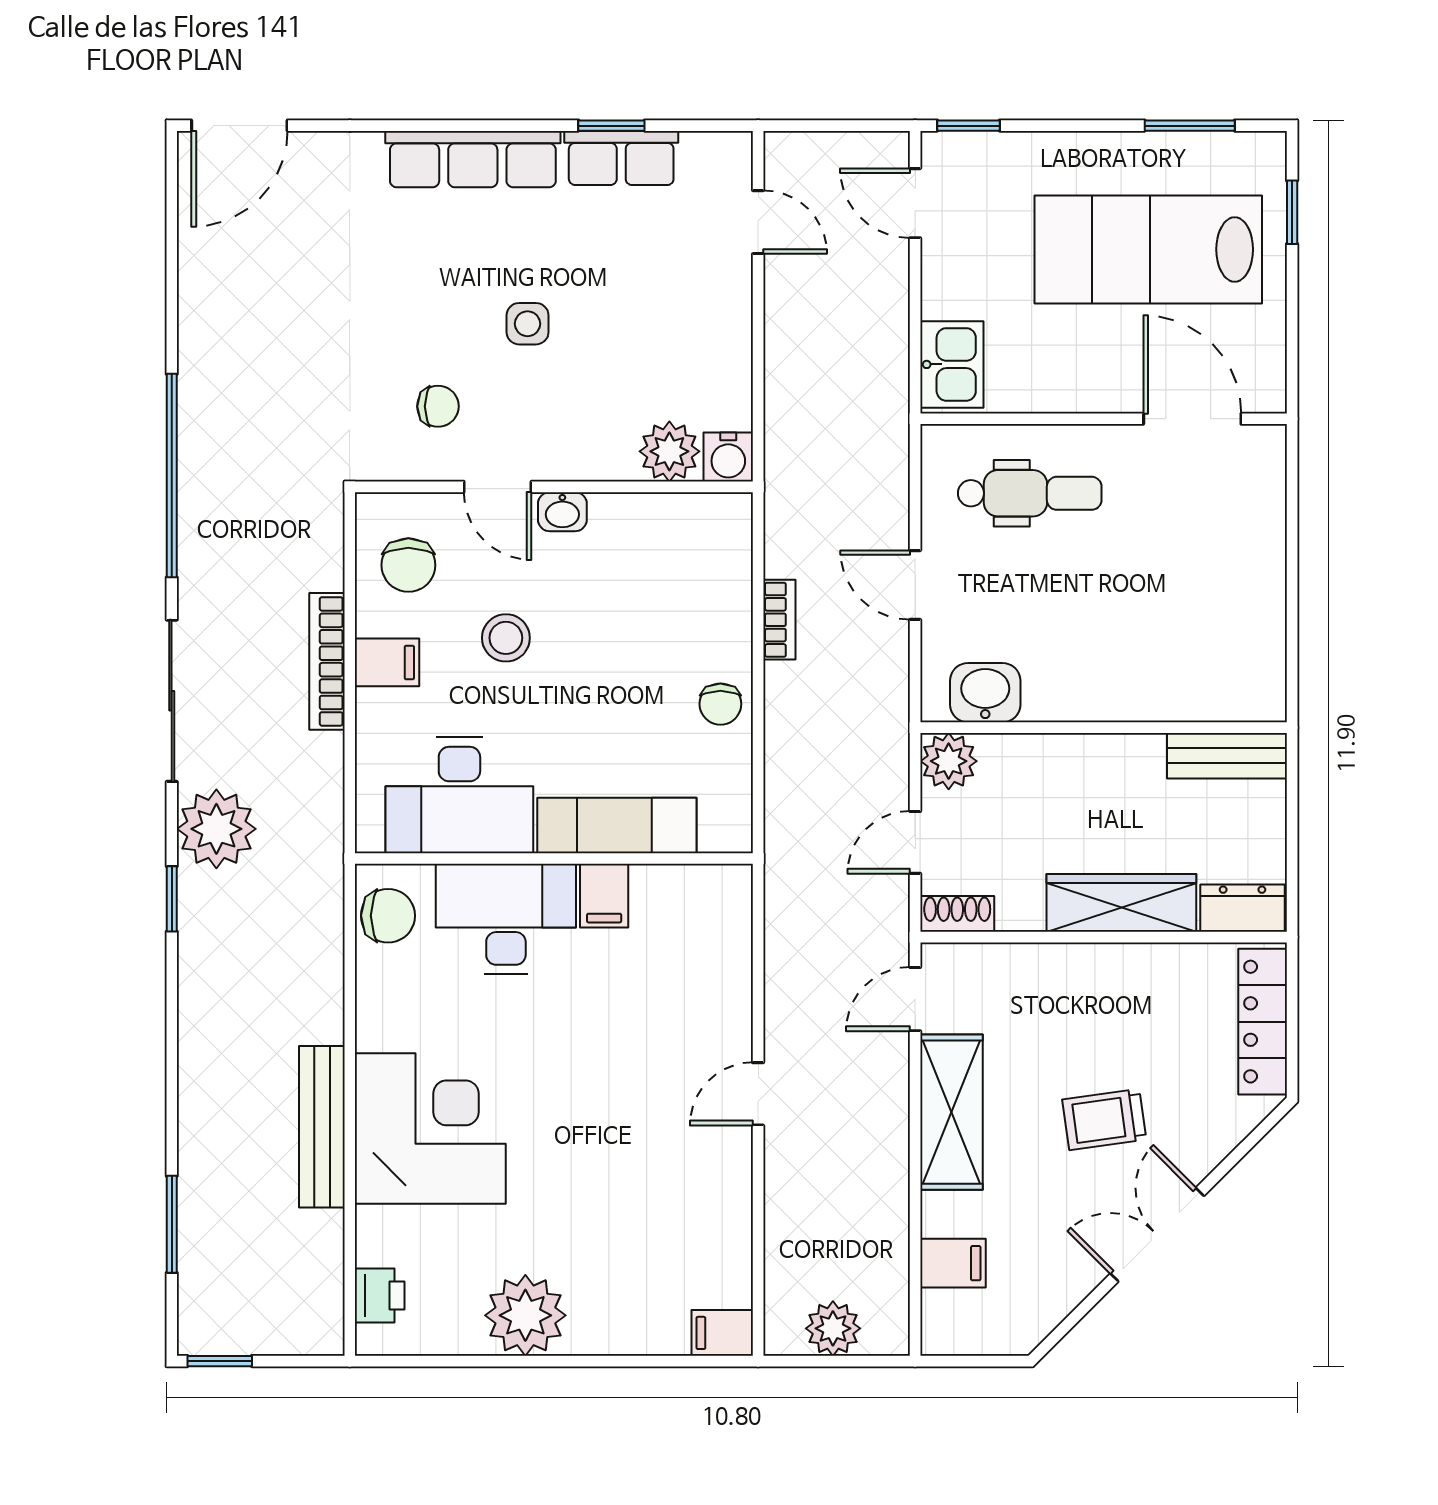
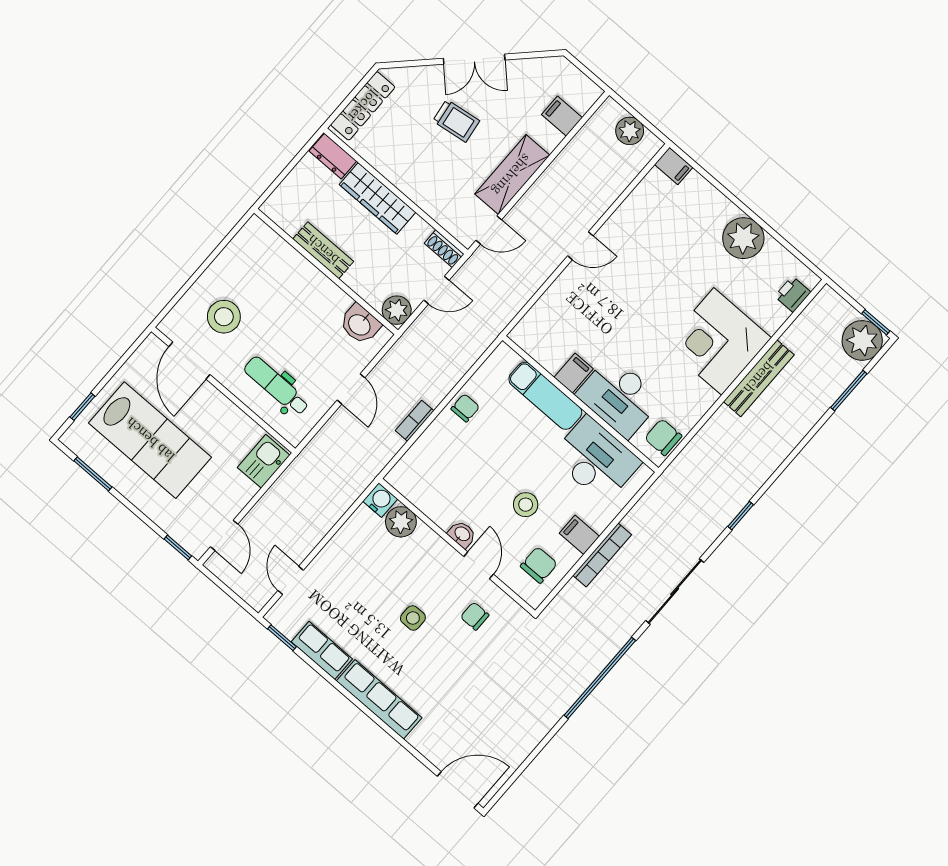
window: (611, 126) -> (282, 638), moved
stool: (1198, 529) -> (224, 317), added
bench: (1227, 756) -> (323, 250), moved
plant: (216, 829) -> (862, 340), moved

